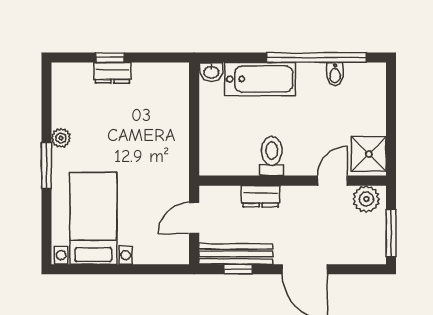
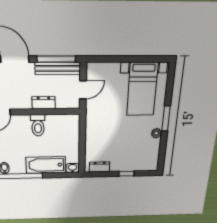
dresser: (112, 73) -> (100, 167), moved
window: (238, 269) -> (56, 59), width x2.17

